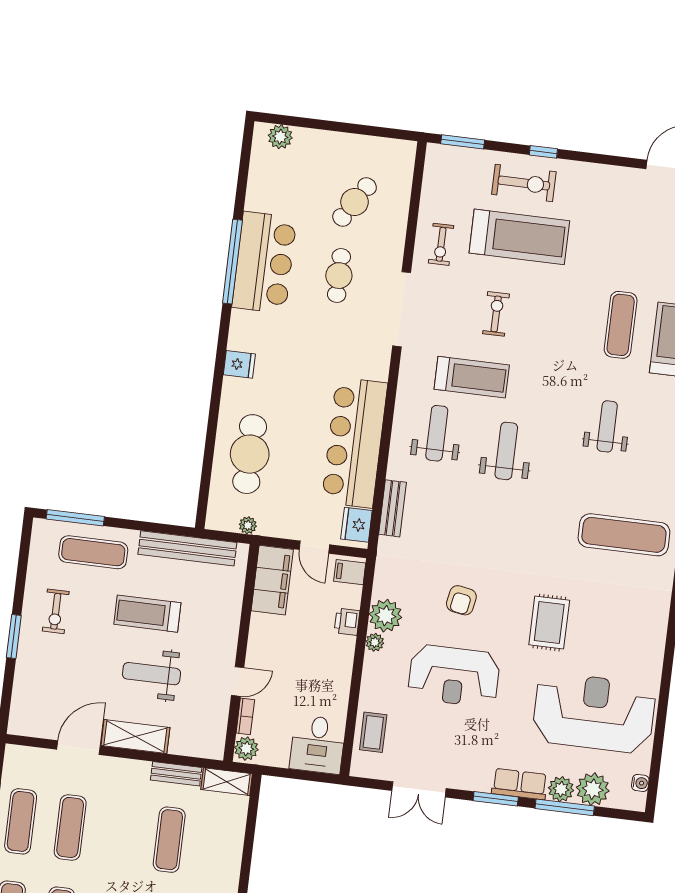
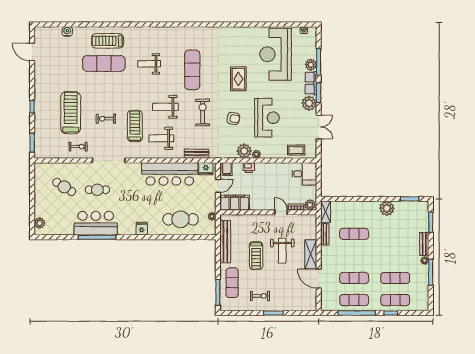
exercise bike: (524, 183) -> (203, 112), moved
exercise mat: (621, 325) -> (104, 63), width x1.36, depth x1.45
exercise mat: (624, 535) -> (192, 70), moved
rug: (549, 623) -> (238, 79), turned 90
plant: (593, 789) -> (309, 103), moved

